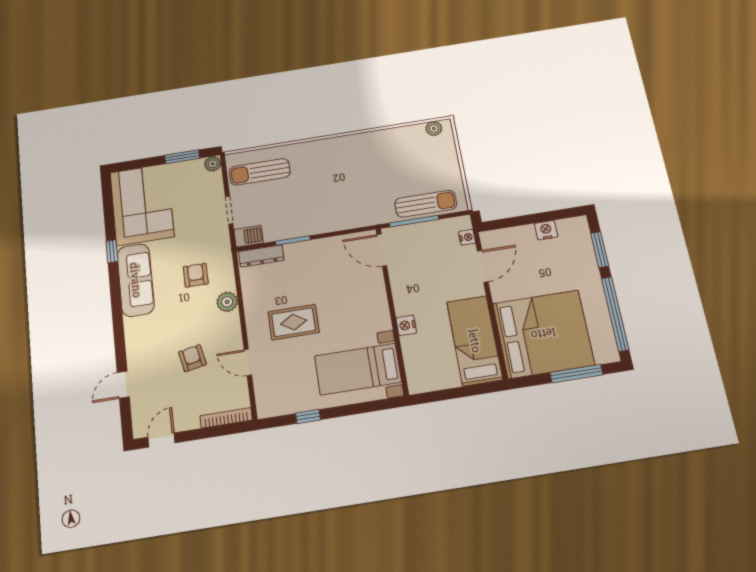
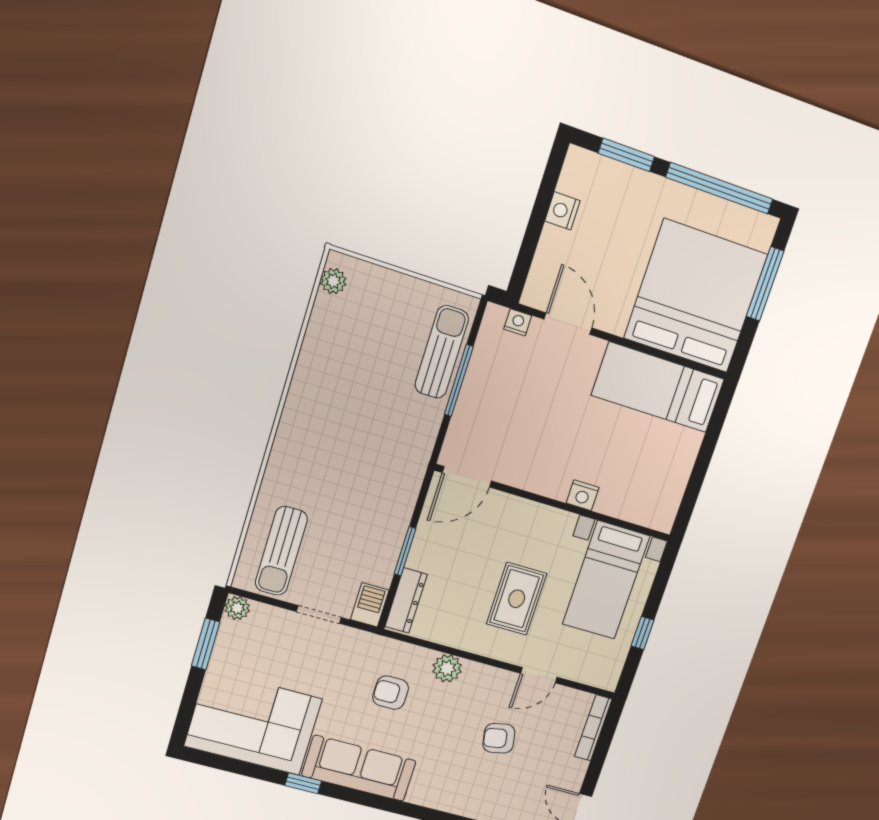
door: (382, 250) -> (467, 477), moved
wall: (392, 310) -> (554, 503), moved
nightstand: (406, 325) -> (583, 495), moved
bed with nightstands: (358, 369) -> (606, 580), moved

